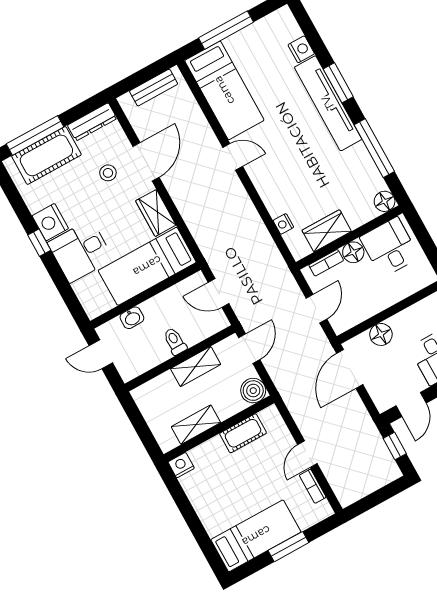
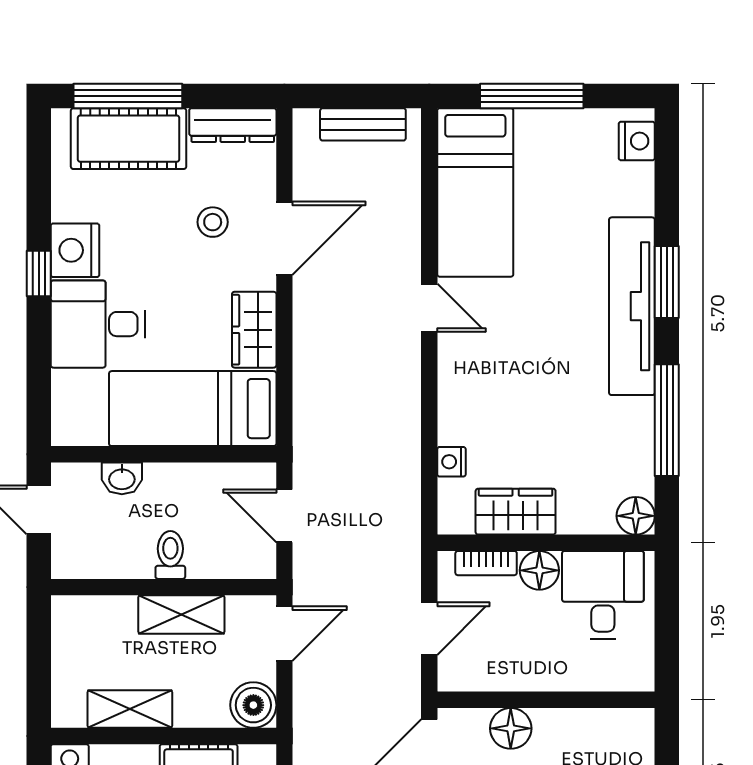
nightstand: (301, 49) -> (637, 141), moved

